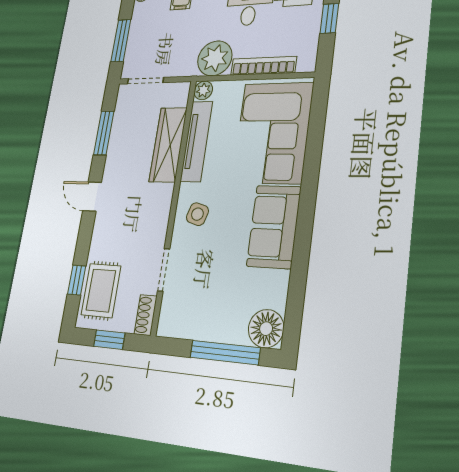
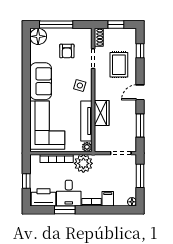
wardrobe: (168, 145) -> (102, 113), width x0.67
door: (92, 197) -> (140, 92), swing flipped
rug: (101, 290) -> (119, 65), moved
armchair: (212, 290) -> (67, 51), added

